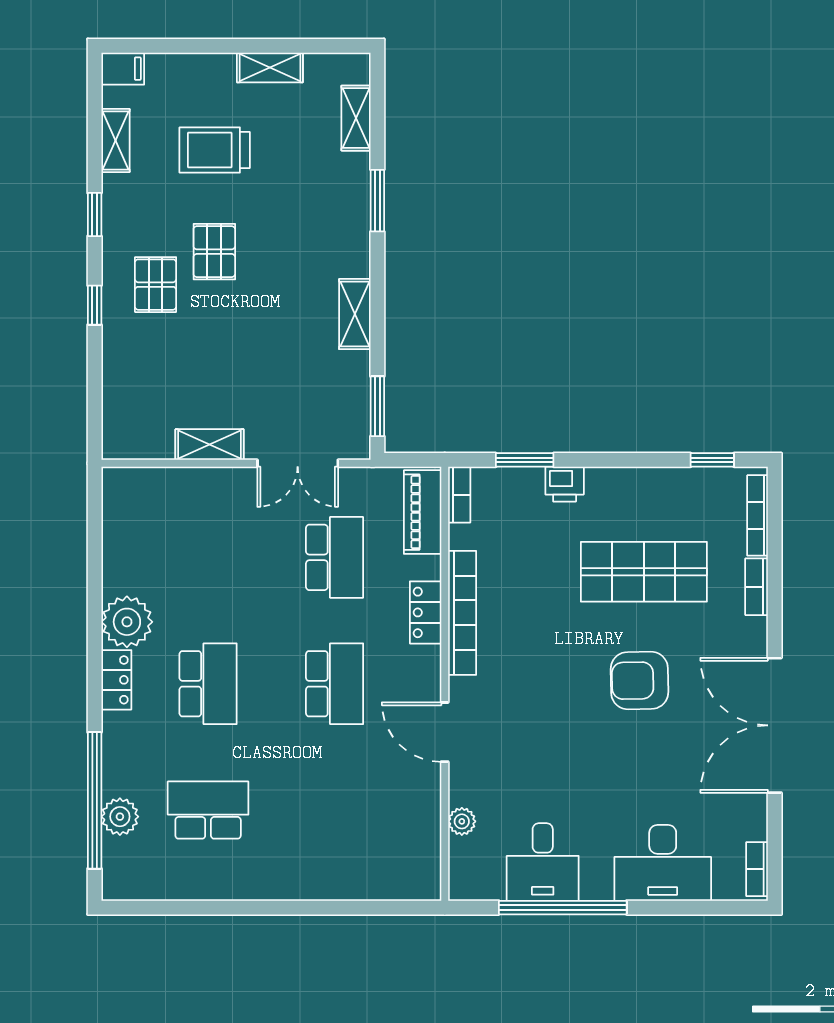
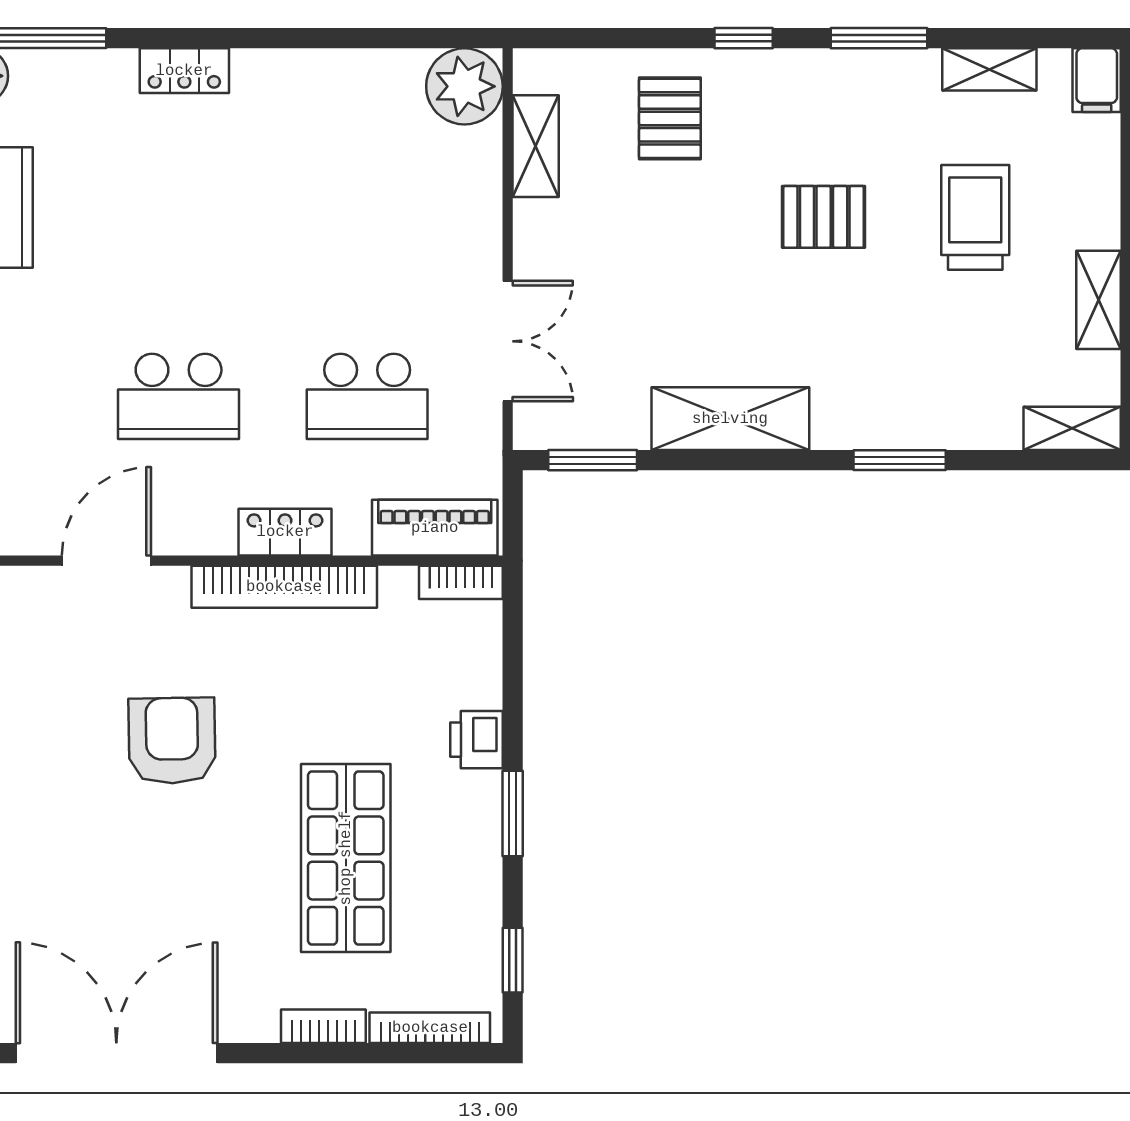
shelving: (356, 118) -> (1072, 428), moved
window: (95, 215) -> (879, 38), width x1.50
pallet: (156, 285) -> (670, 118), moved, turned 90
shelving: (355, 314) -> (730, 419), width x1.50, depth x1.33
shelving: (210, 445) -> (536, 146), moved
window: (525, 460) -> (513, 814), moved
double door: (298, 463) -> (508, 341), swing flipped
plant: (127, 622) -> (464, 86), moved
armchair: (639, 680) -> (172, 741), moved
school desk: (208, 684) -> (179, 207), removed

